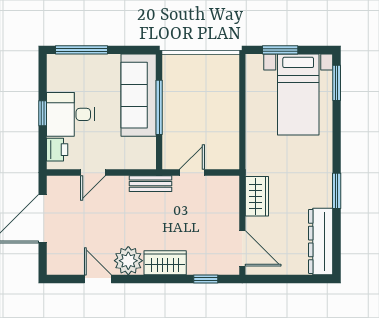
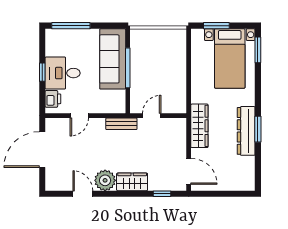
wardrobe: (257, 196) -> (199, 126), width x1.50
dresser: (321, 241) -> (246, 131), moved

